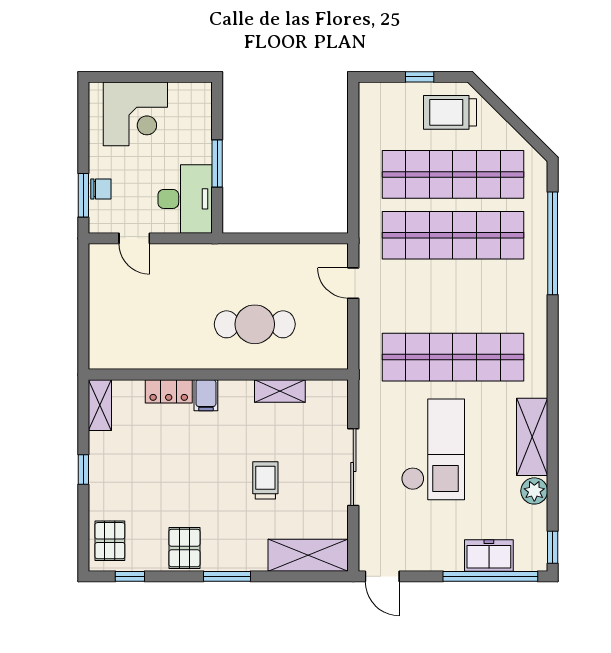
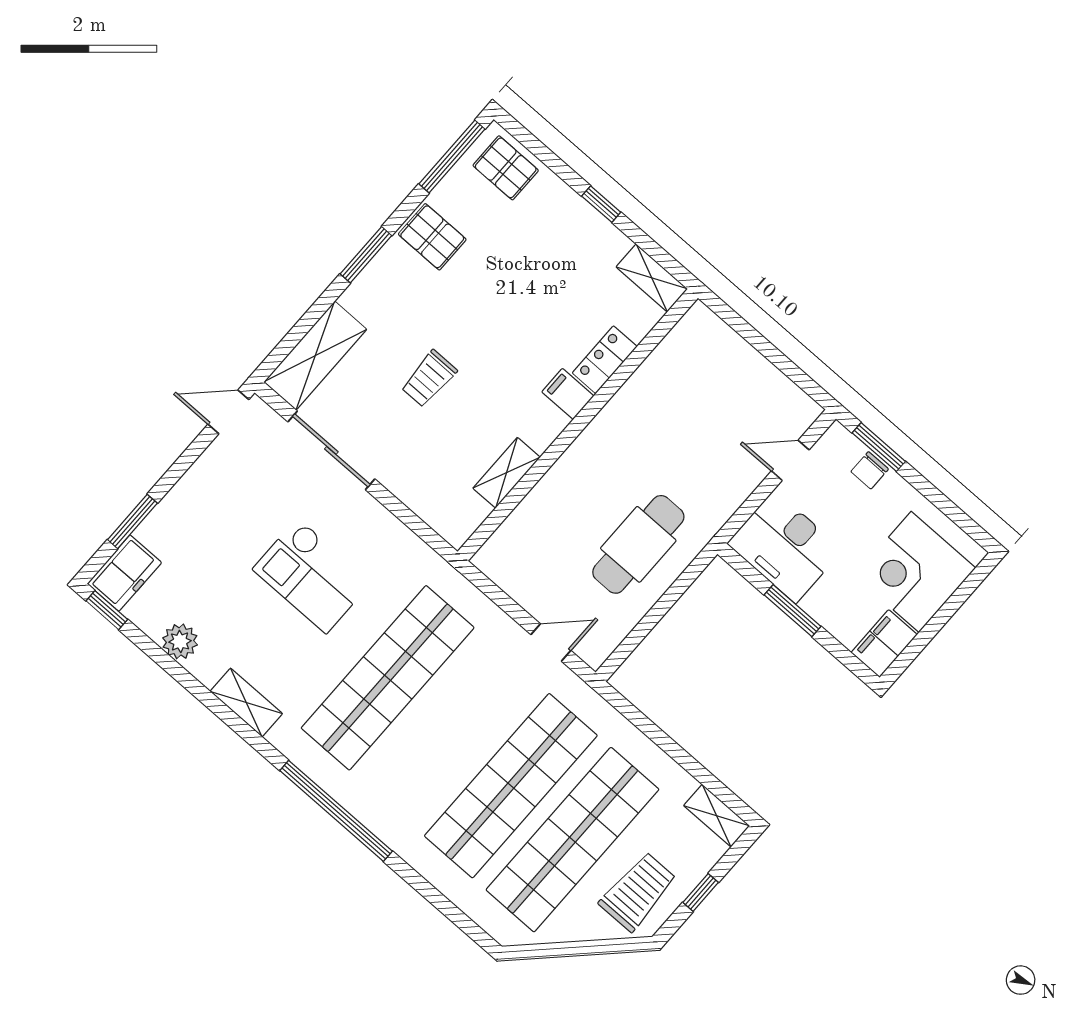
filing cabinet: (191, 96) -> (884, 644), added
shelving: (369, 105) -> (717, 816), added
window: (553, 243) -> (336, 811), moved
cafe table: (255, 324) -> (638, 544), moved
shelving: (532, 437) -> (246, 702), width x0.67, depth x0.75
checkout: (433, 449) -> (312, 576), width x0.73, depth x0.83
sliding door: (353, 467) -> (331, 450), moved
trolley: (265, 480) -> (429, 379), turned 90
freezer: (489, 556) -> (124, 573), moved
window: (130, 576) -> (452, 156), width x2.17
window: (490, 576) -> (132, 521), width x0.47

